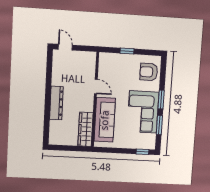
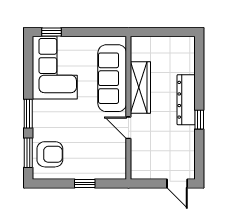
window: (48, 89) -> (199, 120), added
corner sofa: (143, 112) -> (55, 68), moved
window: (159, 125) -> (28, 153), moved
wardrobe: (85, 129) -> (140, 87), moved

